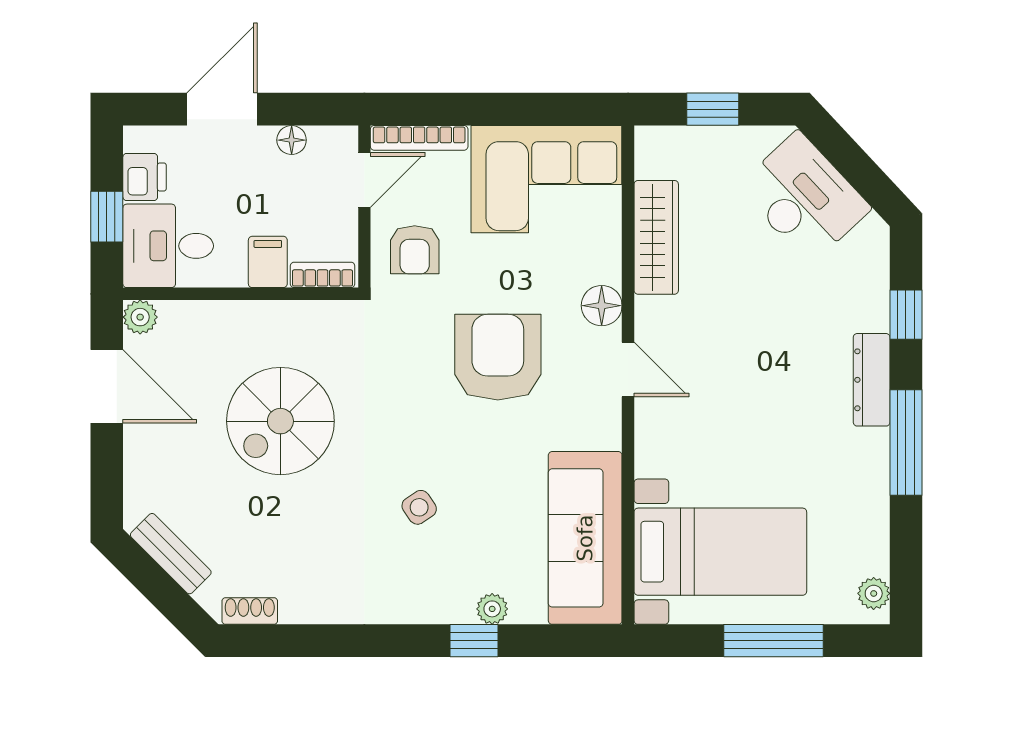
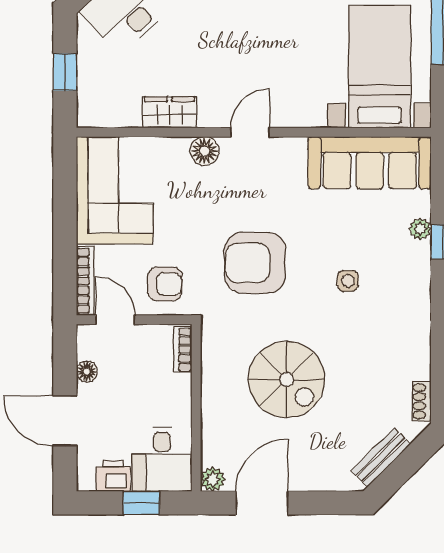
wardrobe: (656, 237) -> (170, 112), width x0.67
filing cabinet: (268, 262) -> (174, 388), removed
armchair: (498, 357) -> (255, 263), moved
side table: (419, 507) -> (348, 281), turned 34

